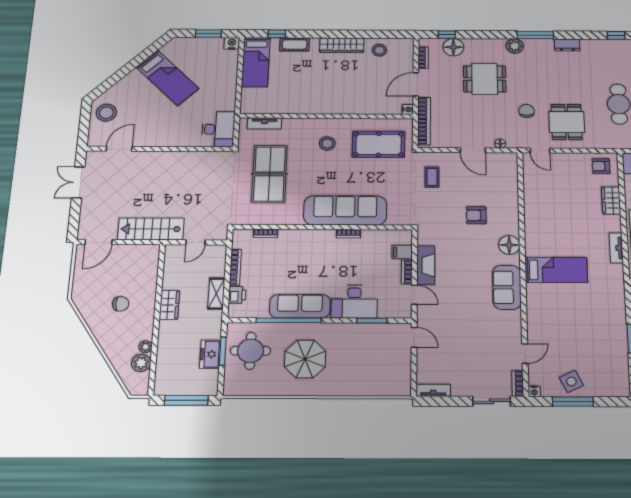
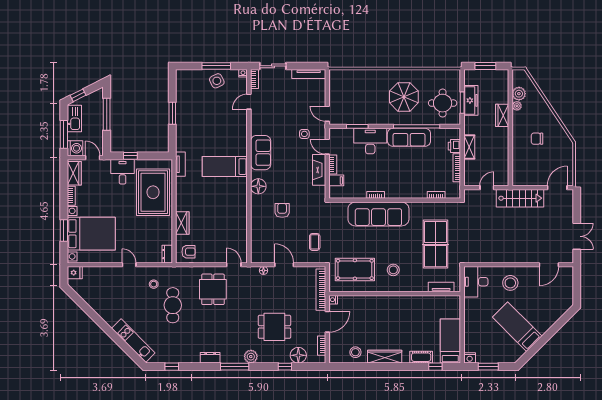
window: (447, 35) -> (285, 367), moved
chair: (527, 111) -> (243, 299), removed
stool: (106, 113) -> (510, 283), moved
armchair: (476, 215) -> (282, 210), turned -90
tv unit: (616, 248) -> (180, 164), moved
wardrobe: (169, 305) -> (502, 115), moved
side table: (446, 311) -> (304, 134), added
freezer: (210, 354) -> (471, 100), width x1.40
tv unit: (433, 390) -> (309, 74), width x1.41
window: (186, 400) -> (485, 66), width x0.69

